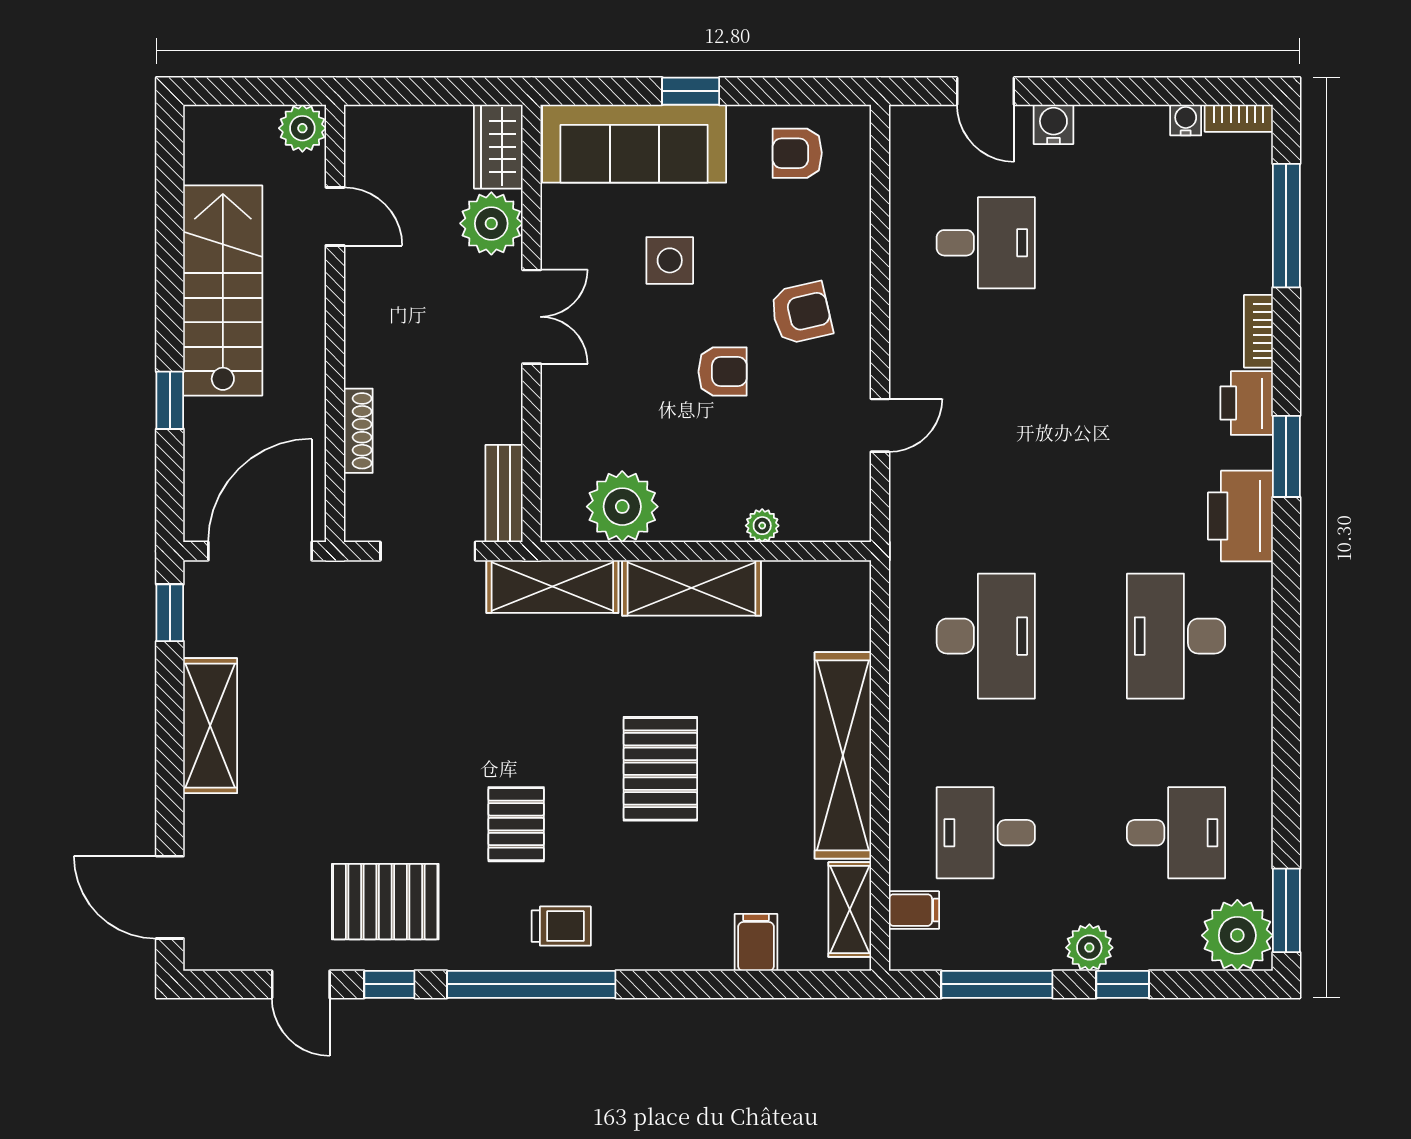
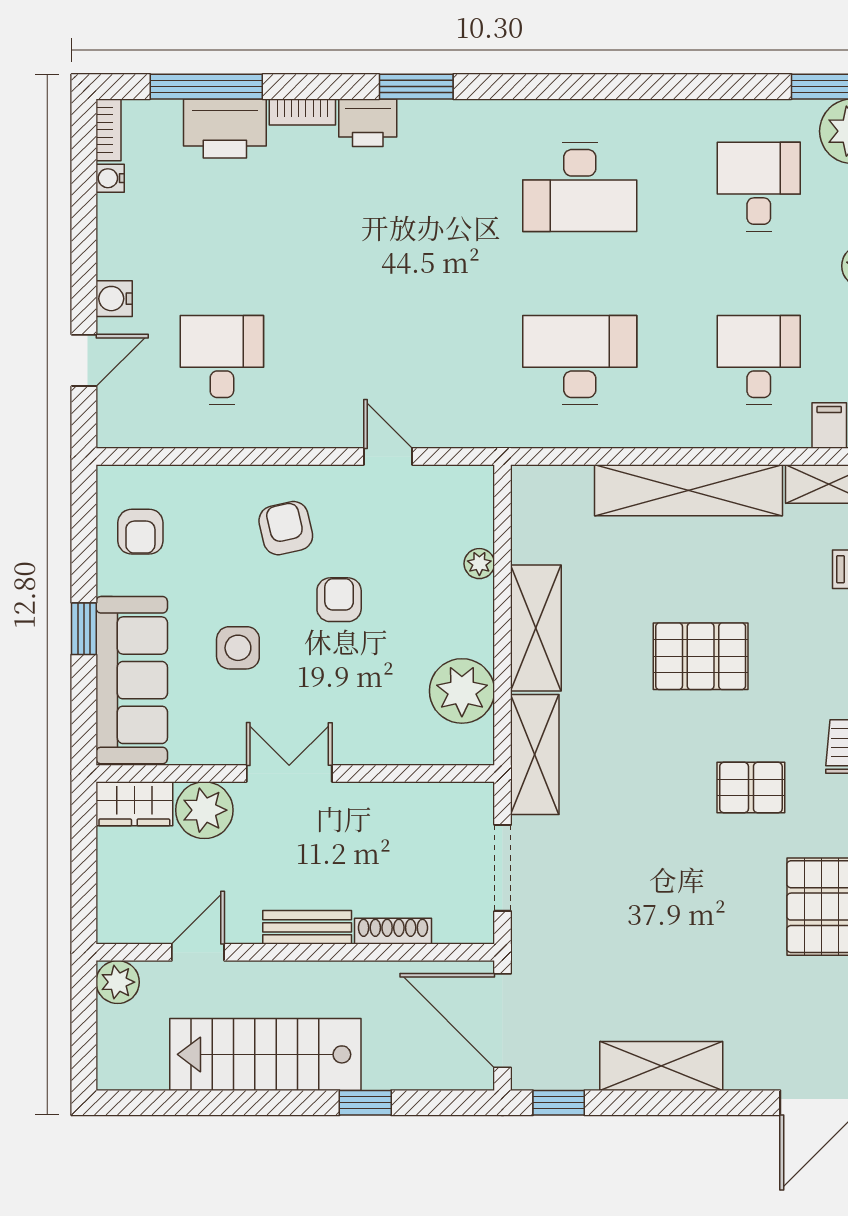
bench: (504, 494) -> (307, 927), moved
printer: (1240, 516) -> (225, 128), moved
desk: (986, 833) -> (759, 360), turned 180

